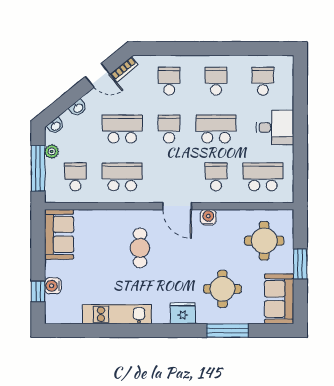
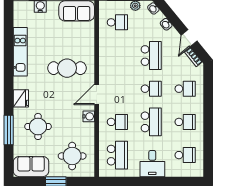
school desk: (122, 177) -> (117, 56), removed
cafe table: (140, 248) -> (67, 68), width x1.37, depth x1.35

